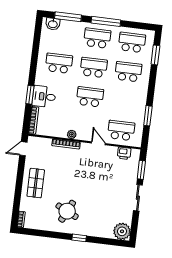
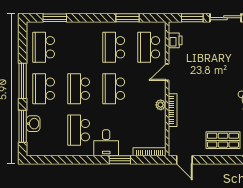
washbasin: (53, 24) -> (33, 124), moved
school desk: (128, 72) -> (114, 47), moved
desk: (44, 97) -> (106, 143), moved

